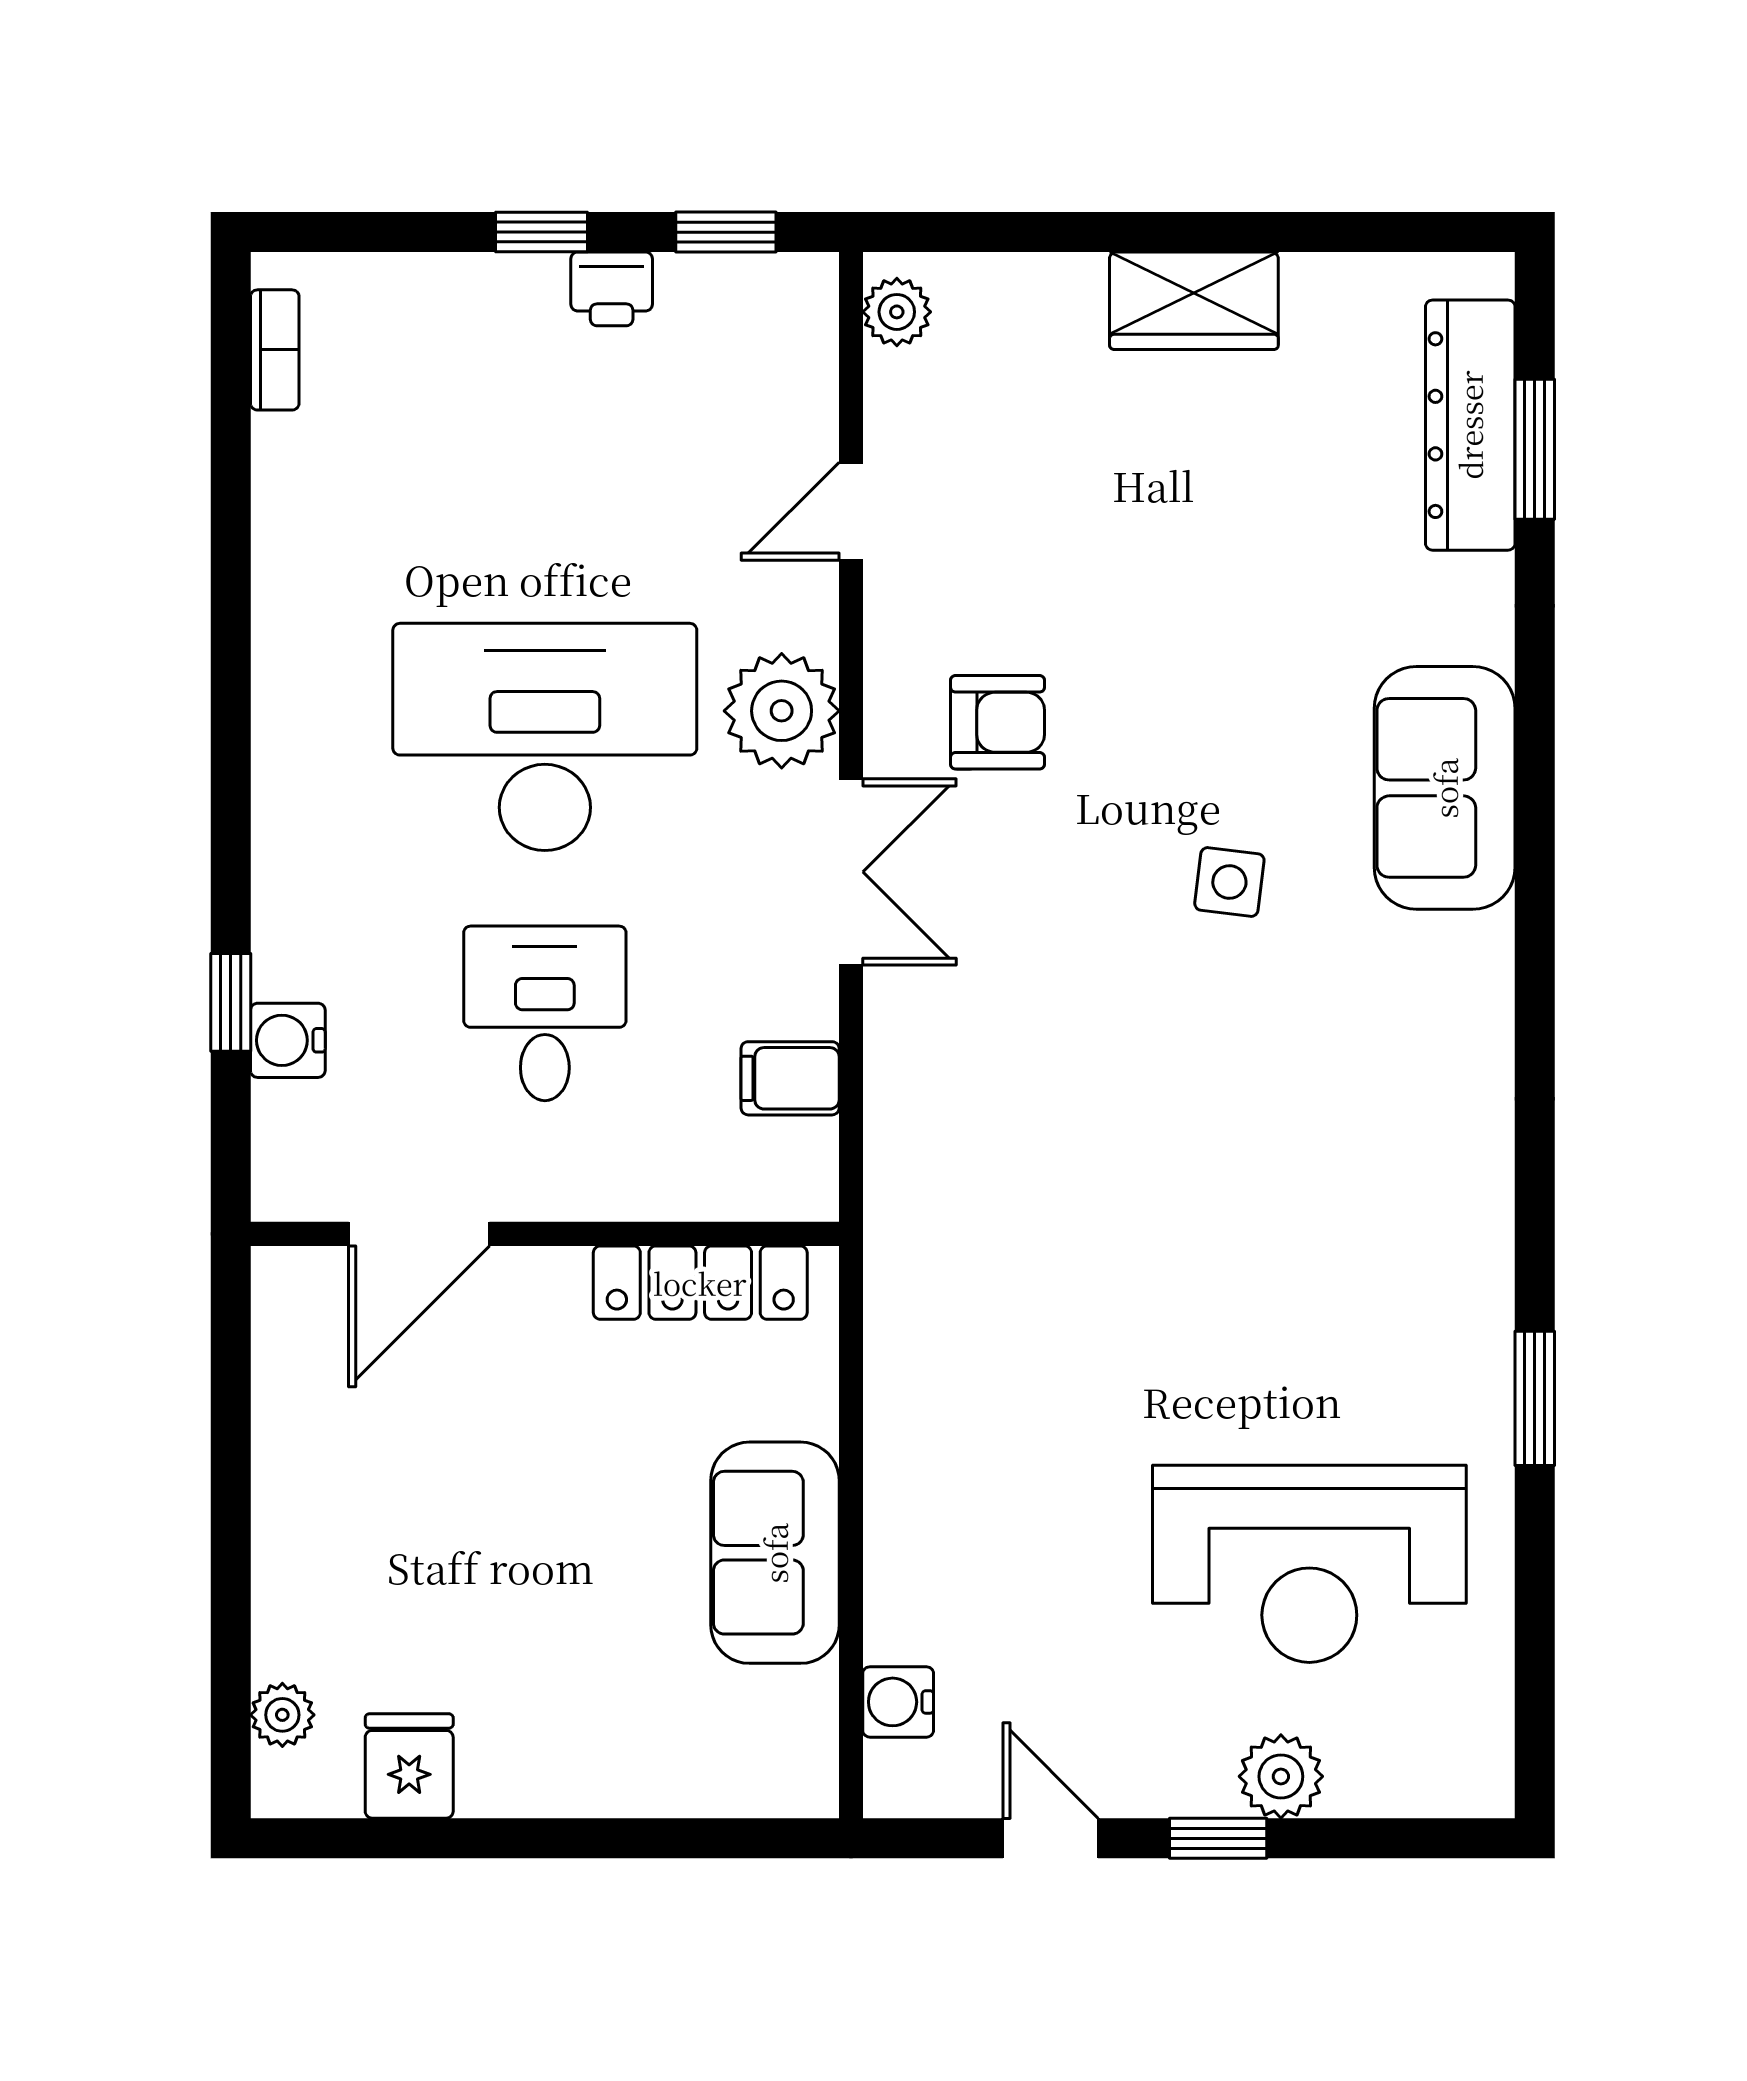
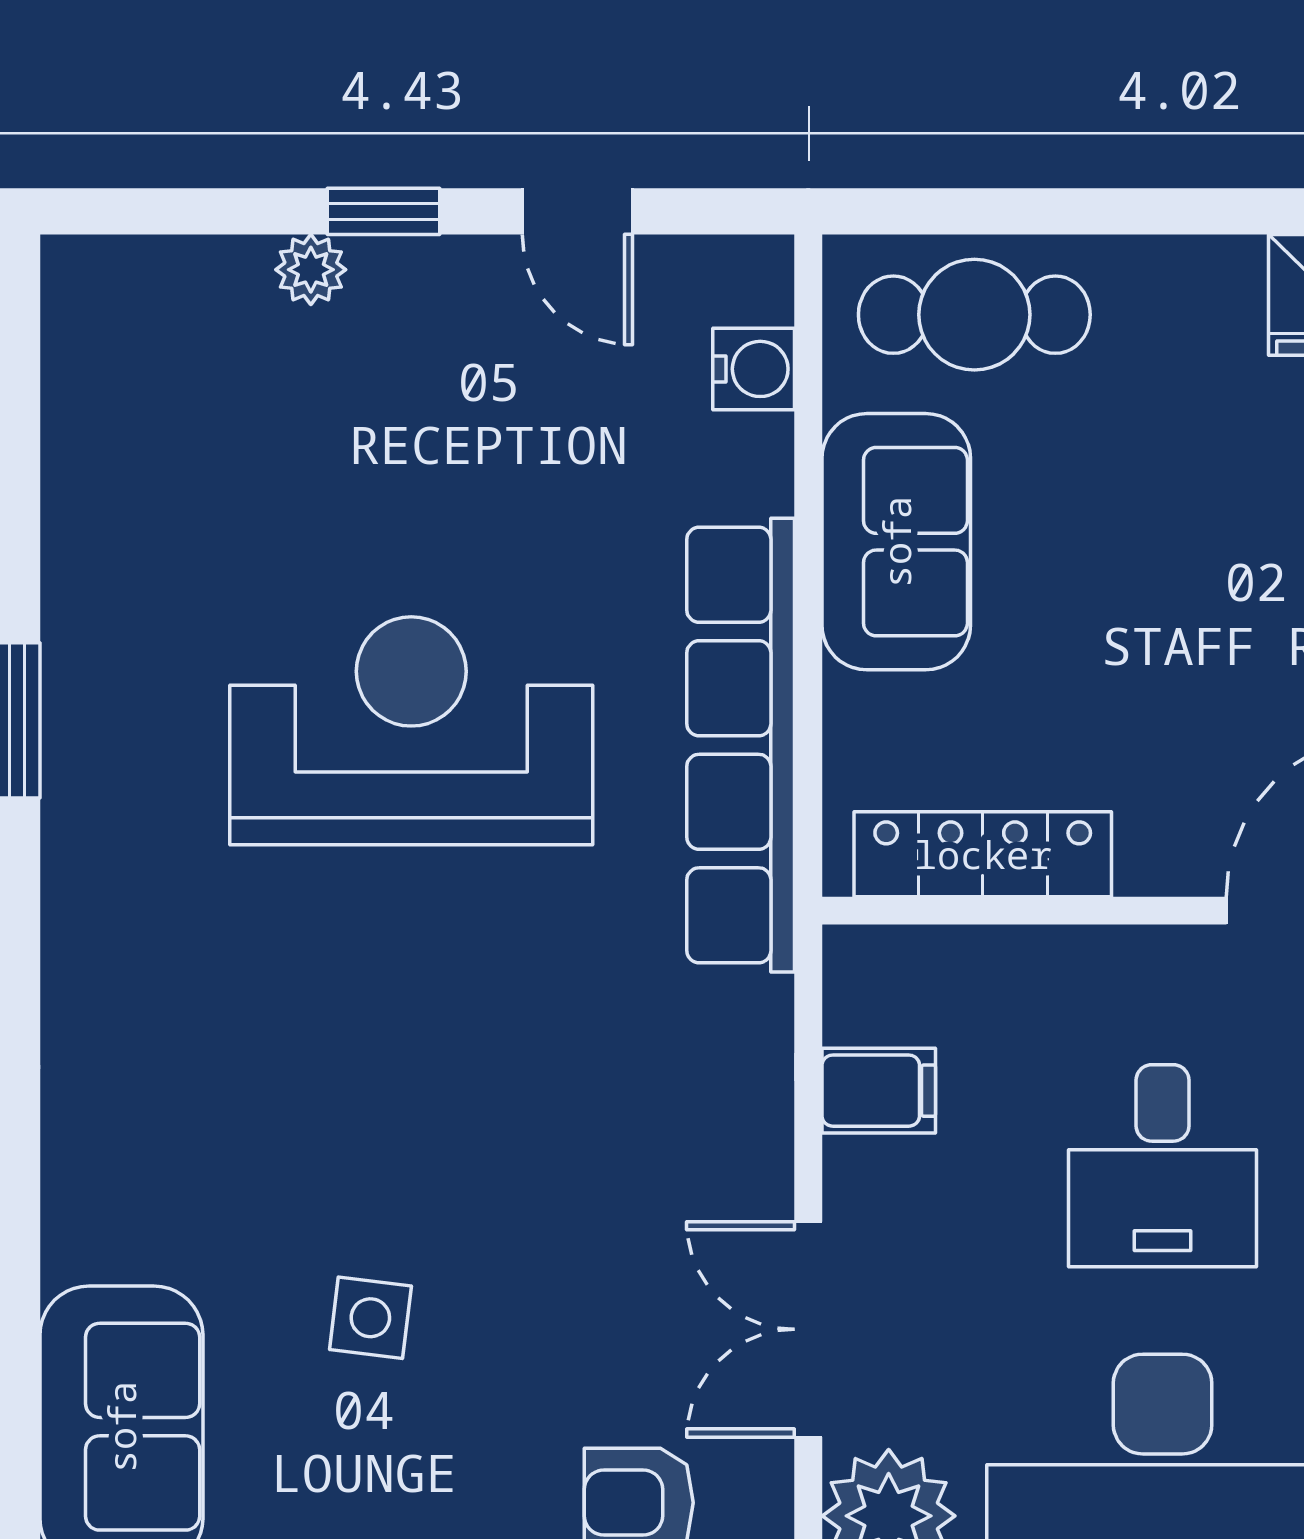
row of seats: (909, 1377) -> (741, 745), added
reception desk: (1309, 1564) -> (411, 731), moved
cafe table: (707, 1749) -> (974, 315), added
plant: (1281, 1776) -> (311, 270), width x0.73, depth x0.73

